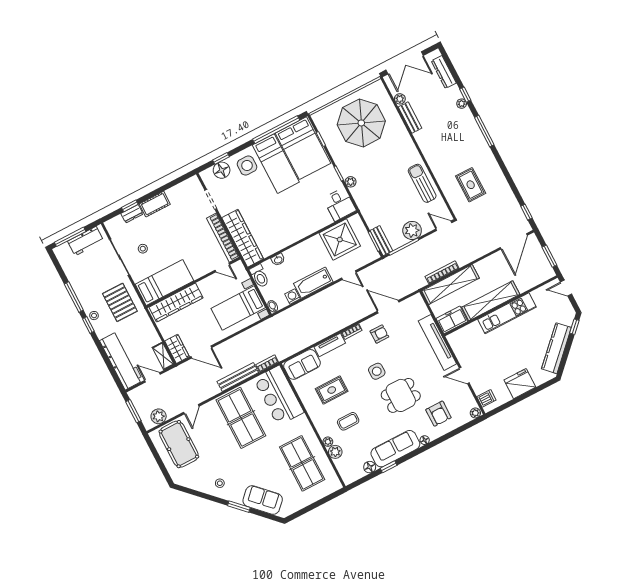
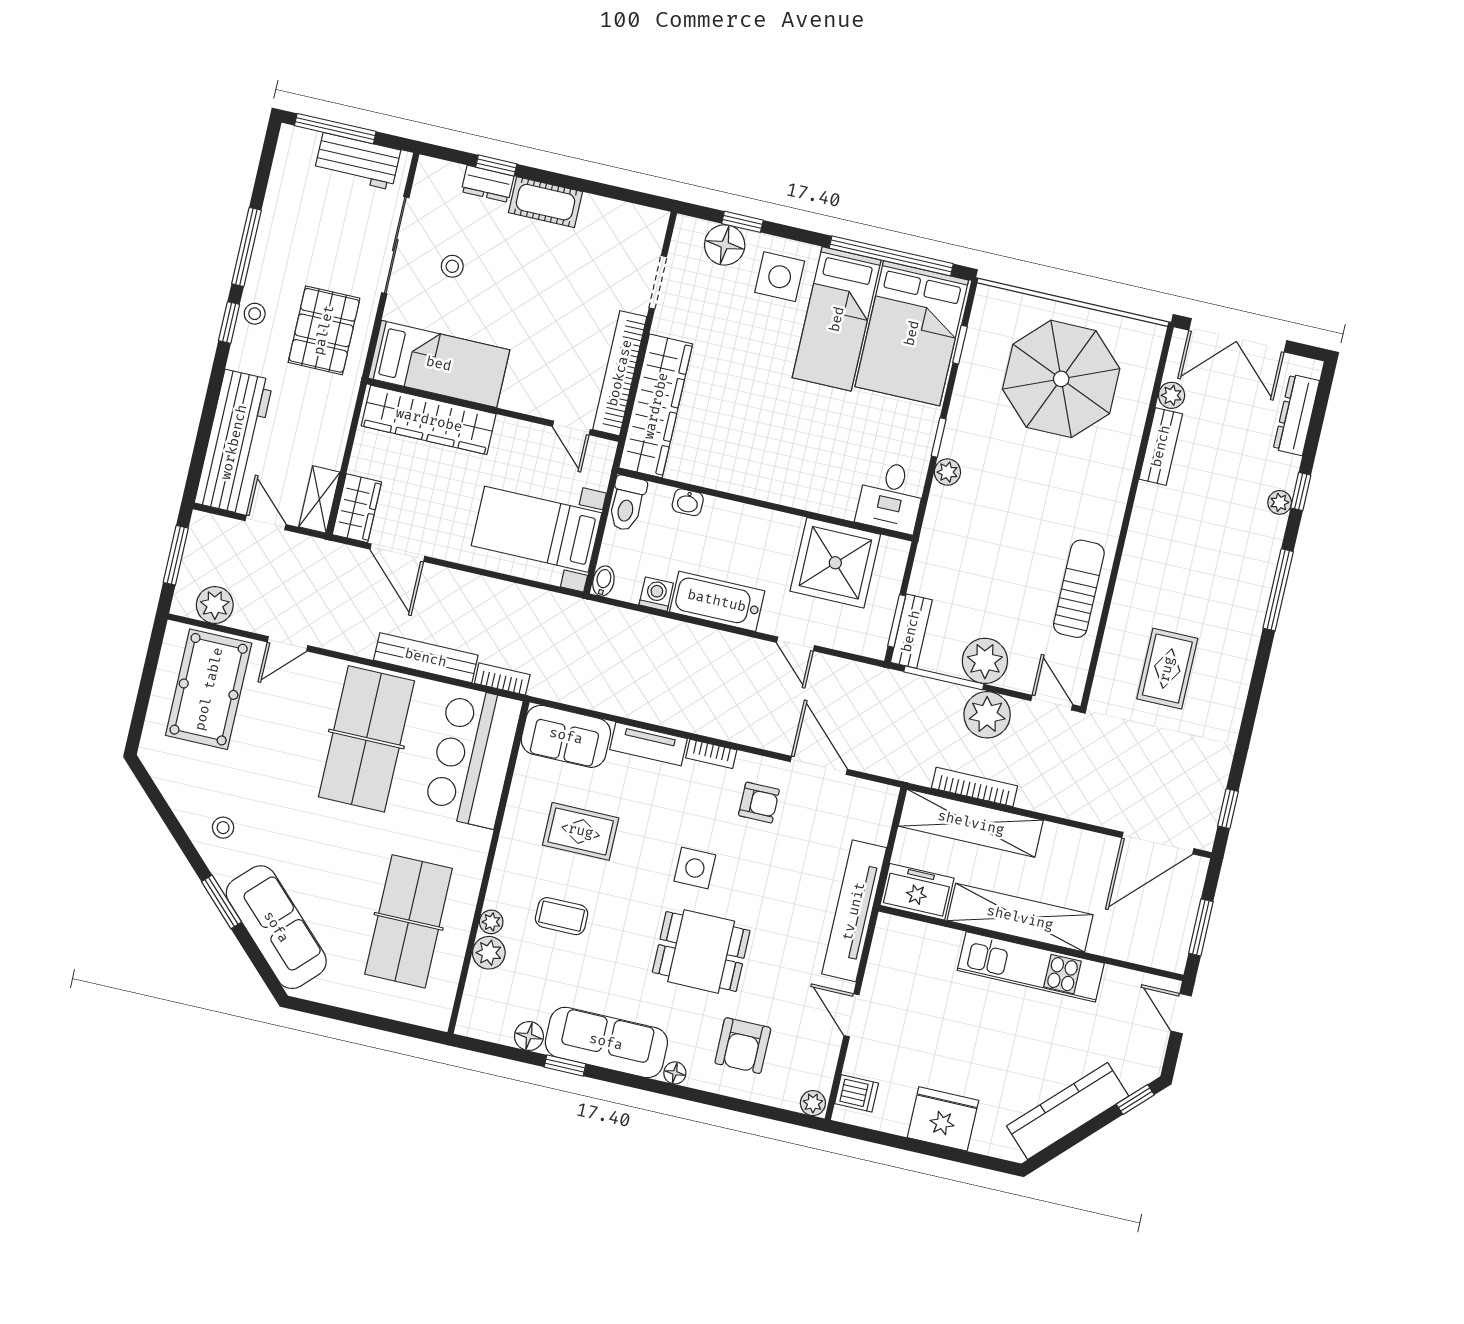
plant: (427, 247) -> (987, 715), added
sofa: (263, 500) -> (276, 927), width x1.36

